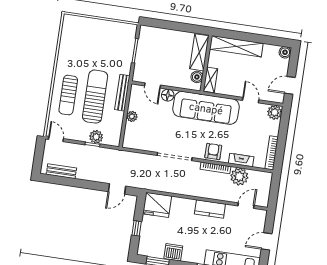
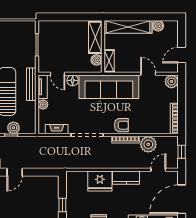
boiler: (285, 52) -> (158, 26), moved
tv unit: (134, 97) -> (43, 87), added
armchair: (213, 151) -> (121, 125), turned 90
fireplace: (241, 160) -> (57, 129), moved
door: (117, 189) -> (15, 172), moved
window: (274, 190) -> (182, 152), added
fridge: (157, 205) -> (100, 181), moved
door: (267, 241) -> (182, 199), width x1.88

